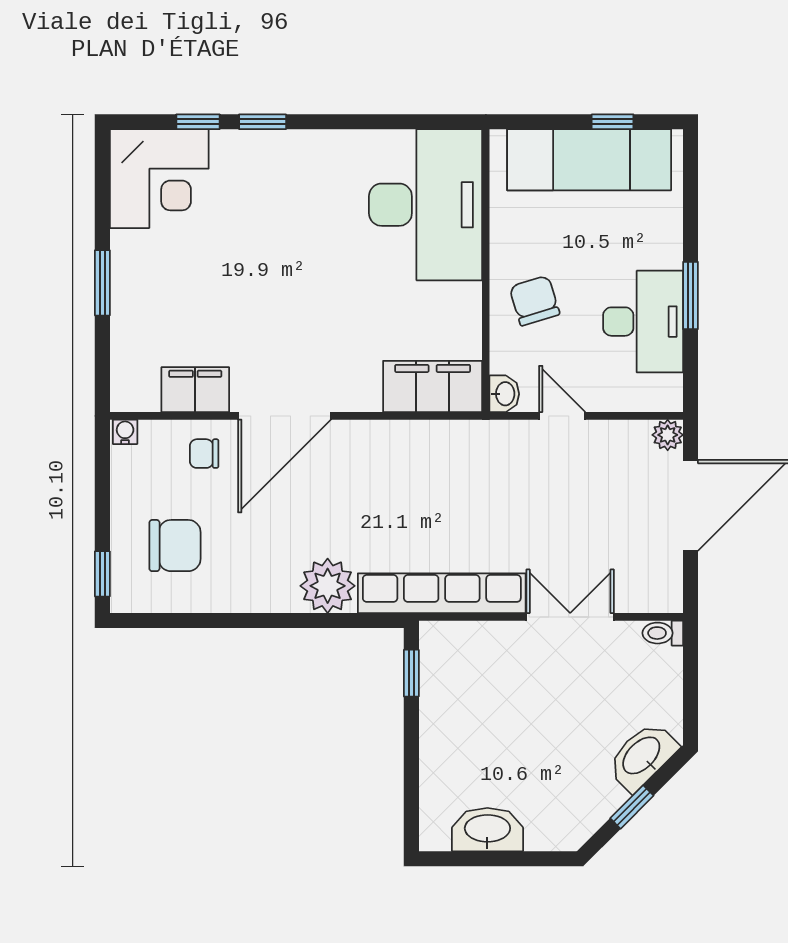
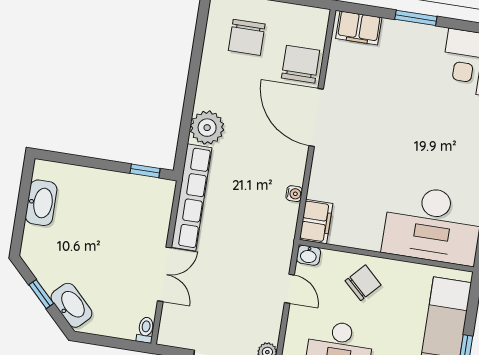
chair: (534, 301) -> (363, 283), turned -30
filing cabinet: (433, 386) -> (316, 222), width x0.67, depth x0.86
filing cabinet: (195, 390) -> (359, 28), moved, turned 90
door: (562, 416) -> (289, 289), hinge flipped
water cooler: (125, 432) -> (294, 194), moved
chair: (204, 454) -> (301, 64), width x1.87, depth x1.87

